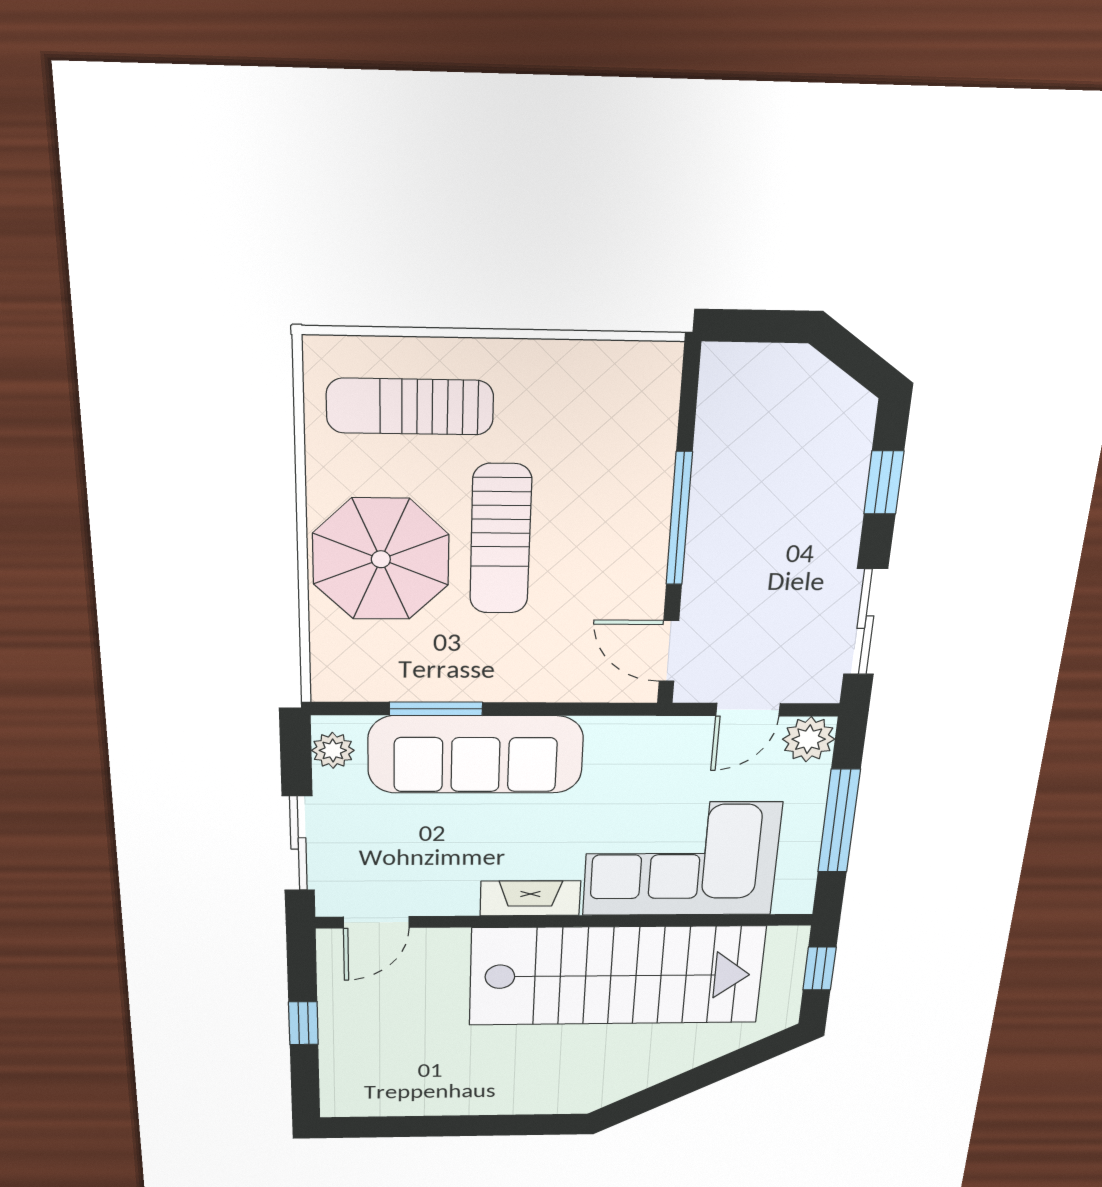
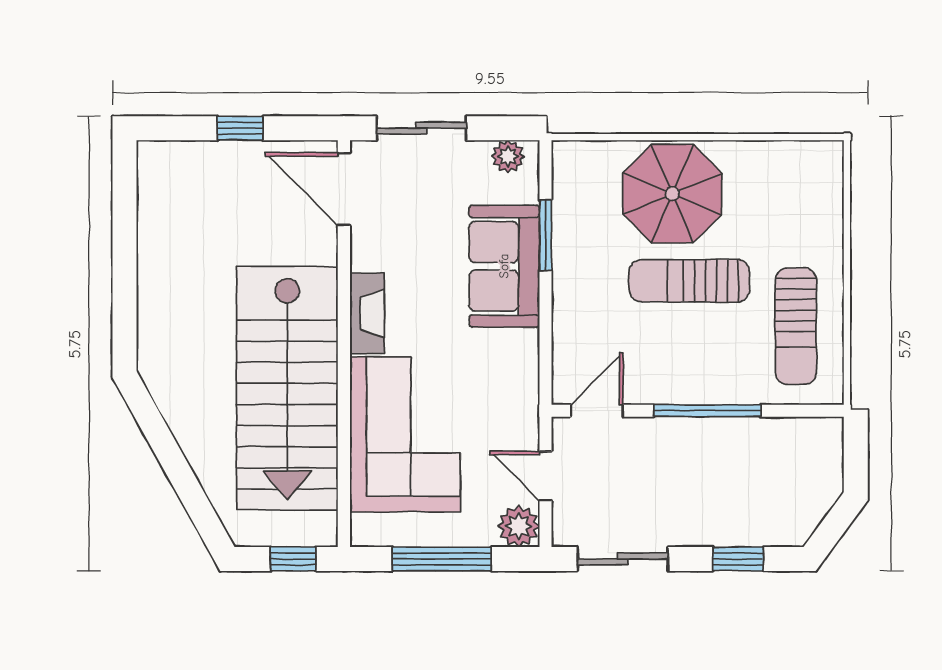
sun lounger: (410, 407) -> (796, 326), moved, turned 180
sofa: (476, 755) -> (504, 266), width x0.73
door: (376, 922) -> (344, 189), width x1.38

